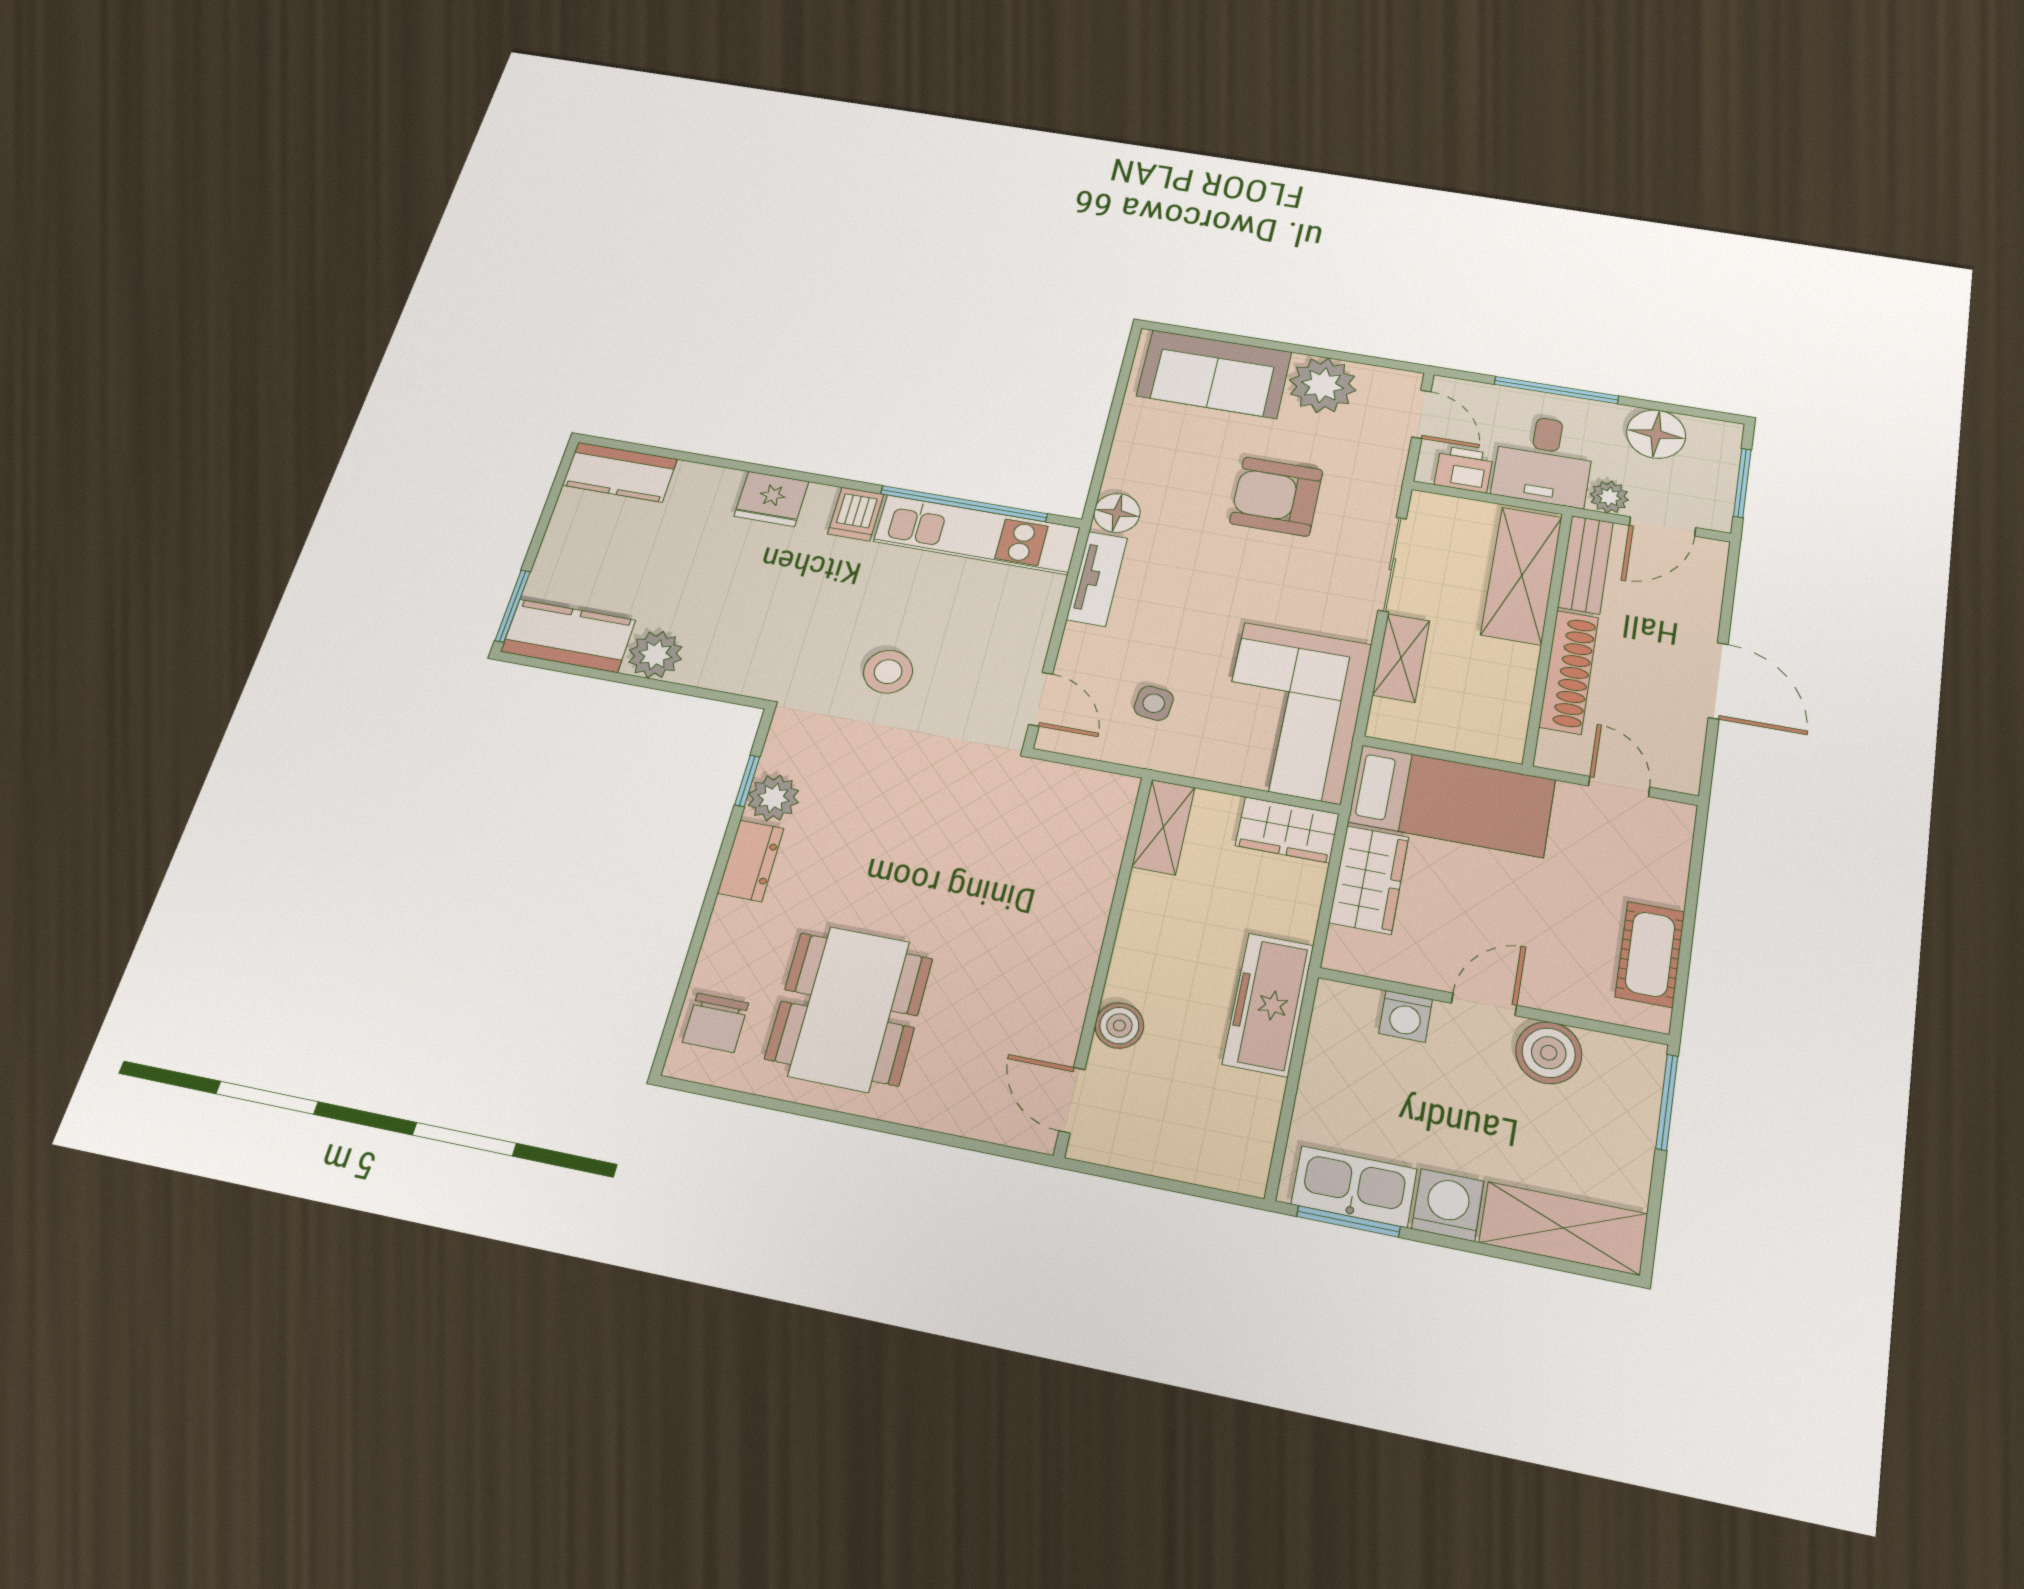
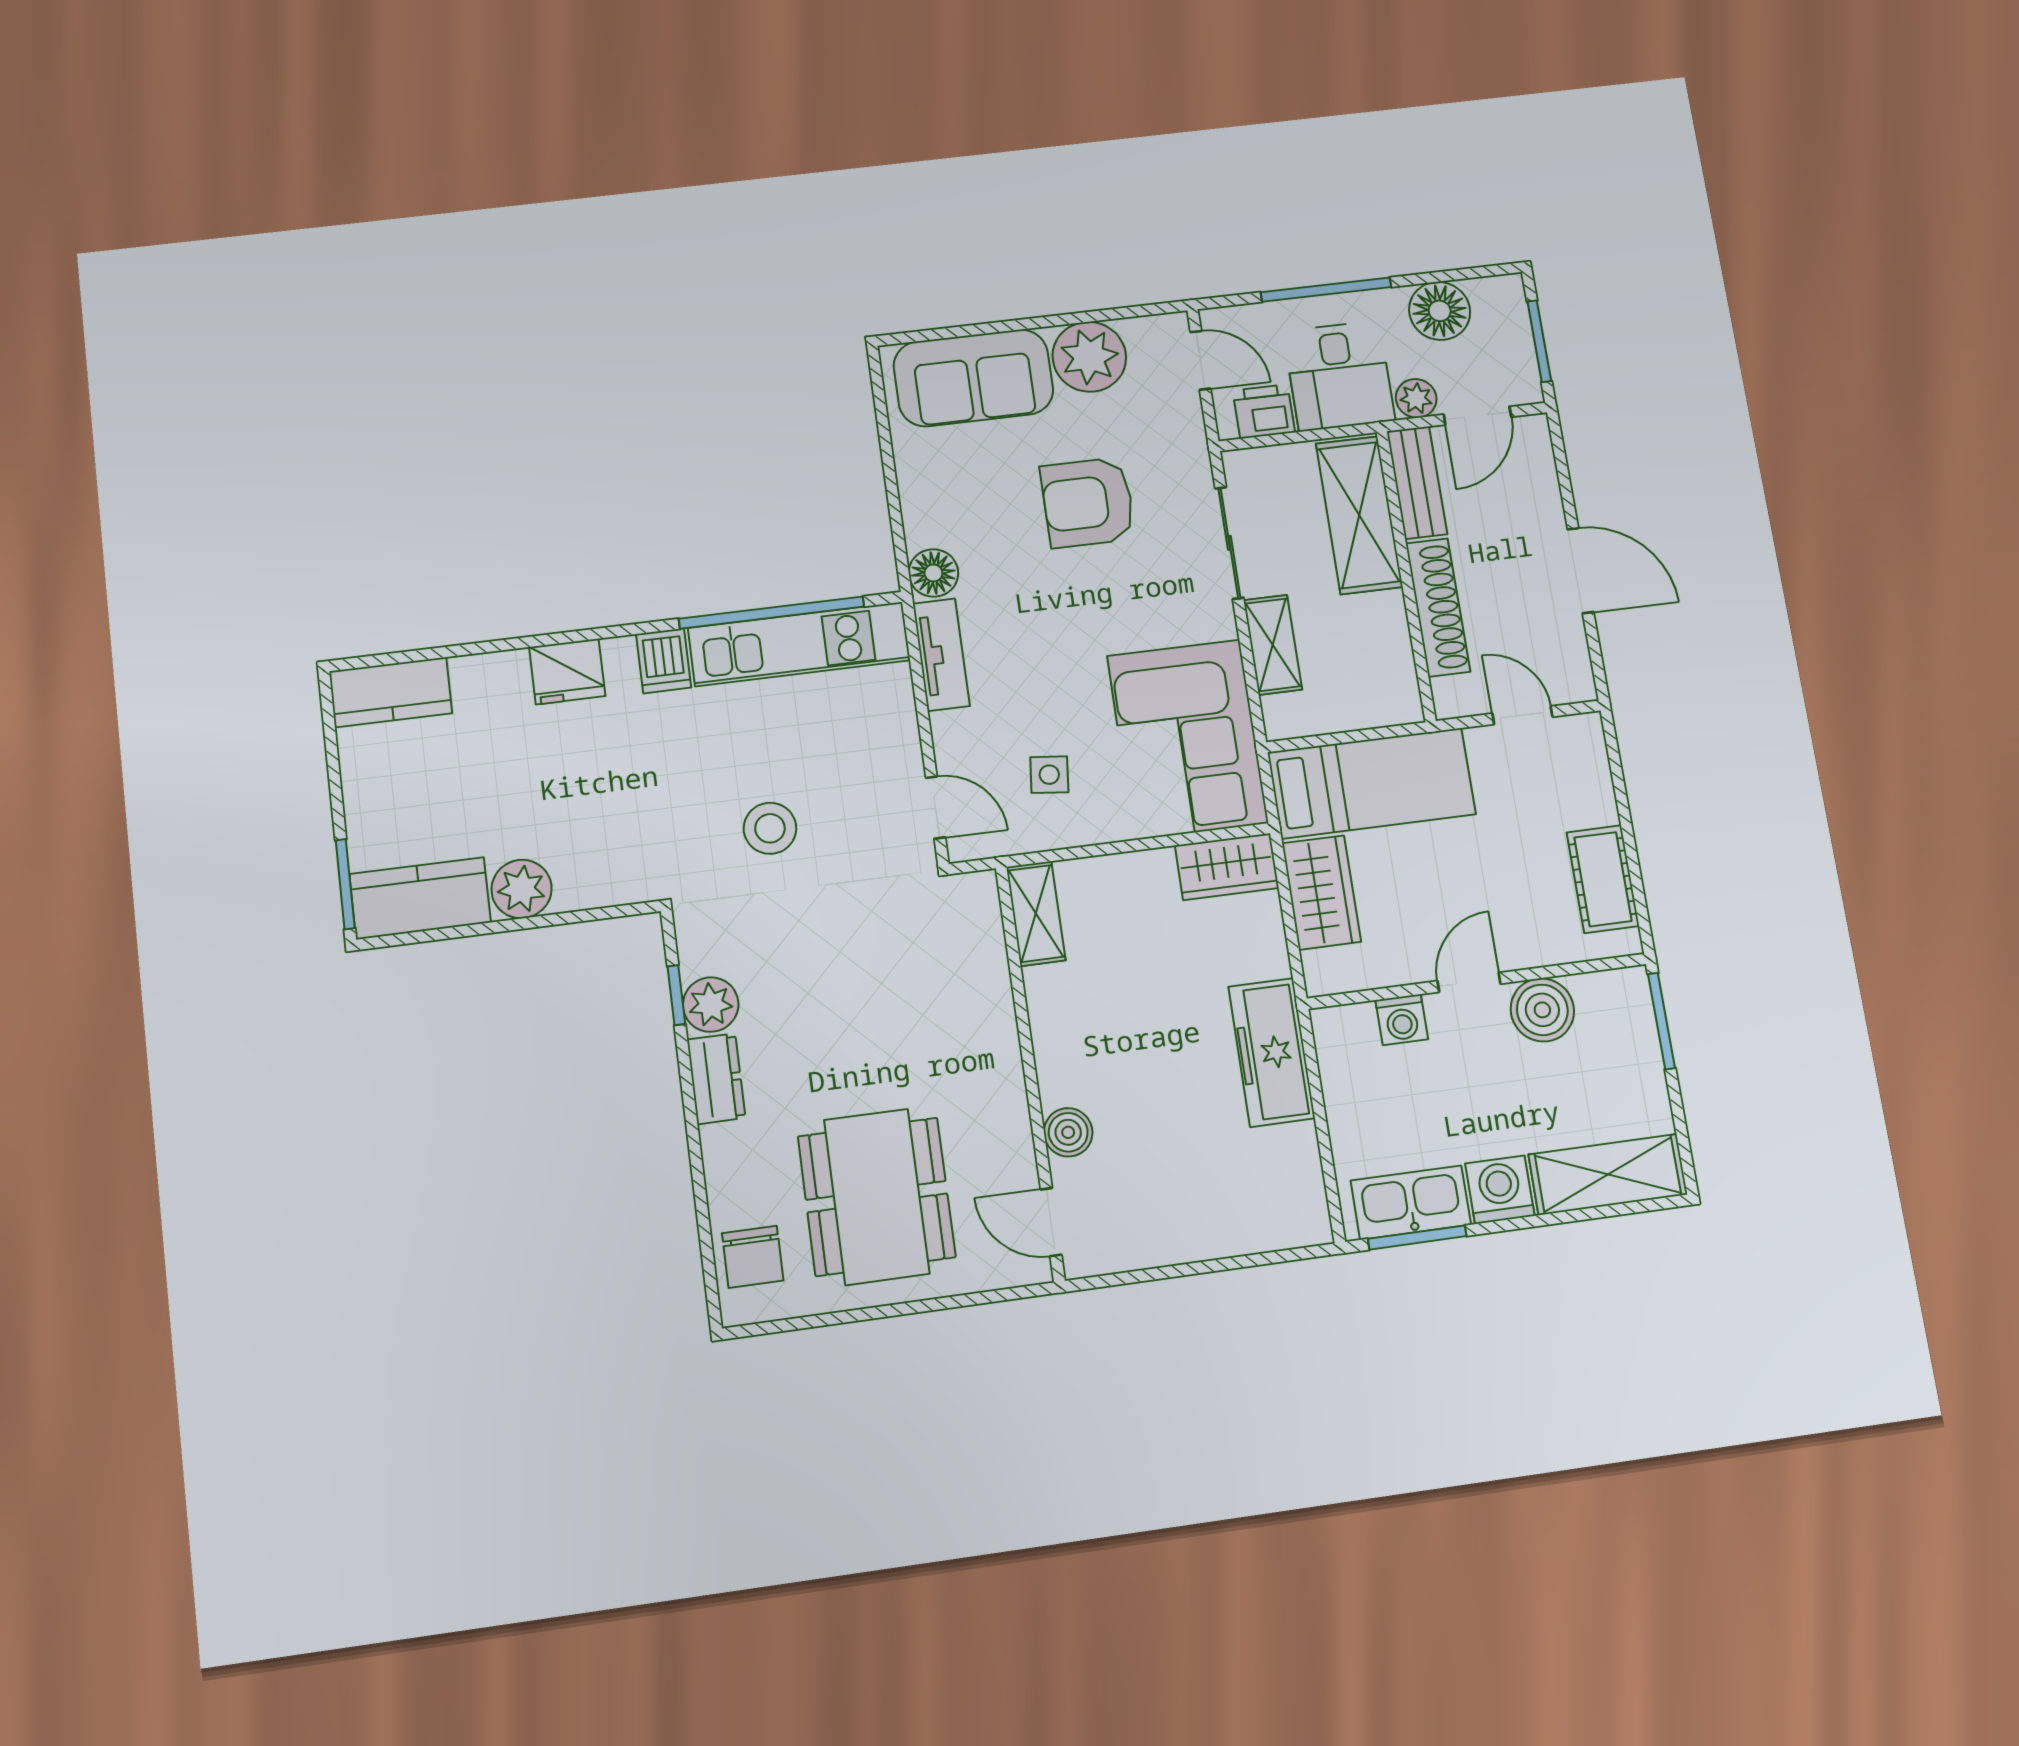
shelving: (1163, 827) -> (1036, 914), moved
wall: (1104, 961) -> (1030, 1072), moved
boiler: (1119, 1026) -> (1068, 1132), moved
door: (1072, 1100) -> (1051, 1222), moved

